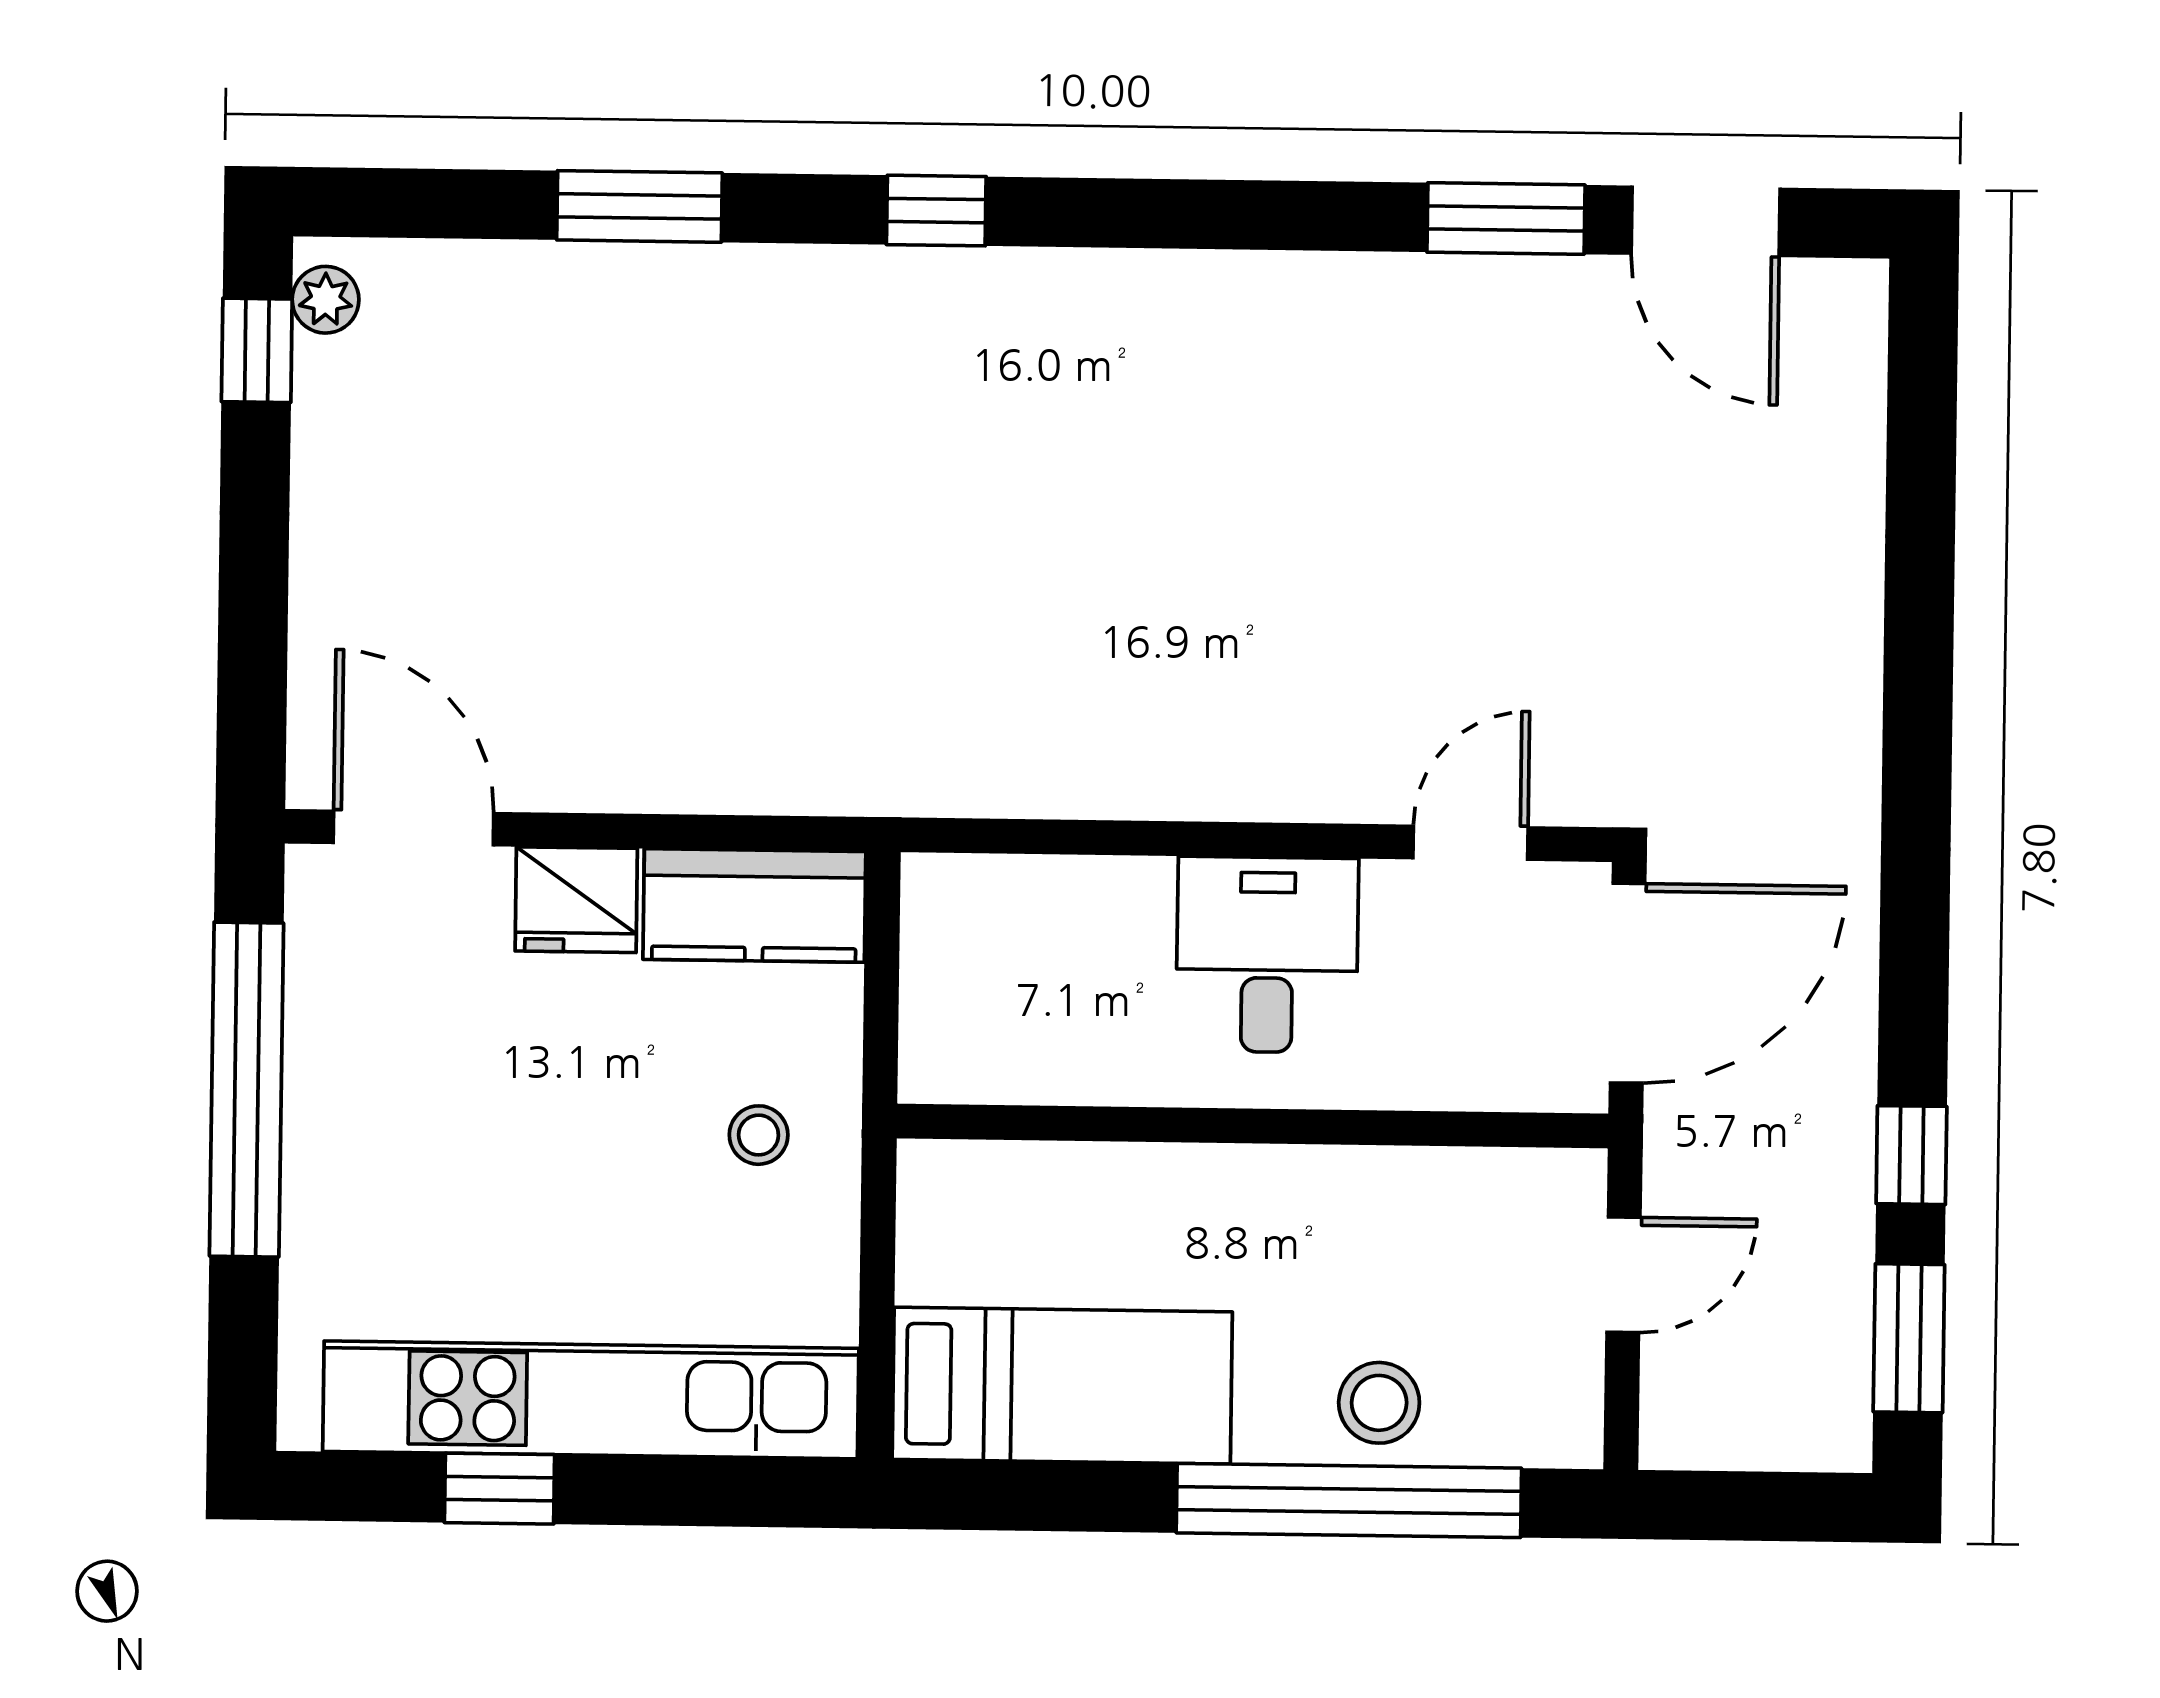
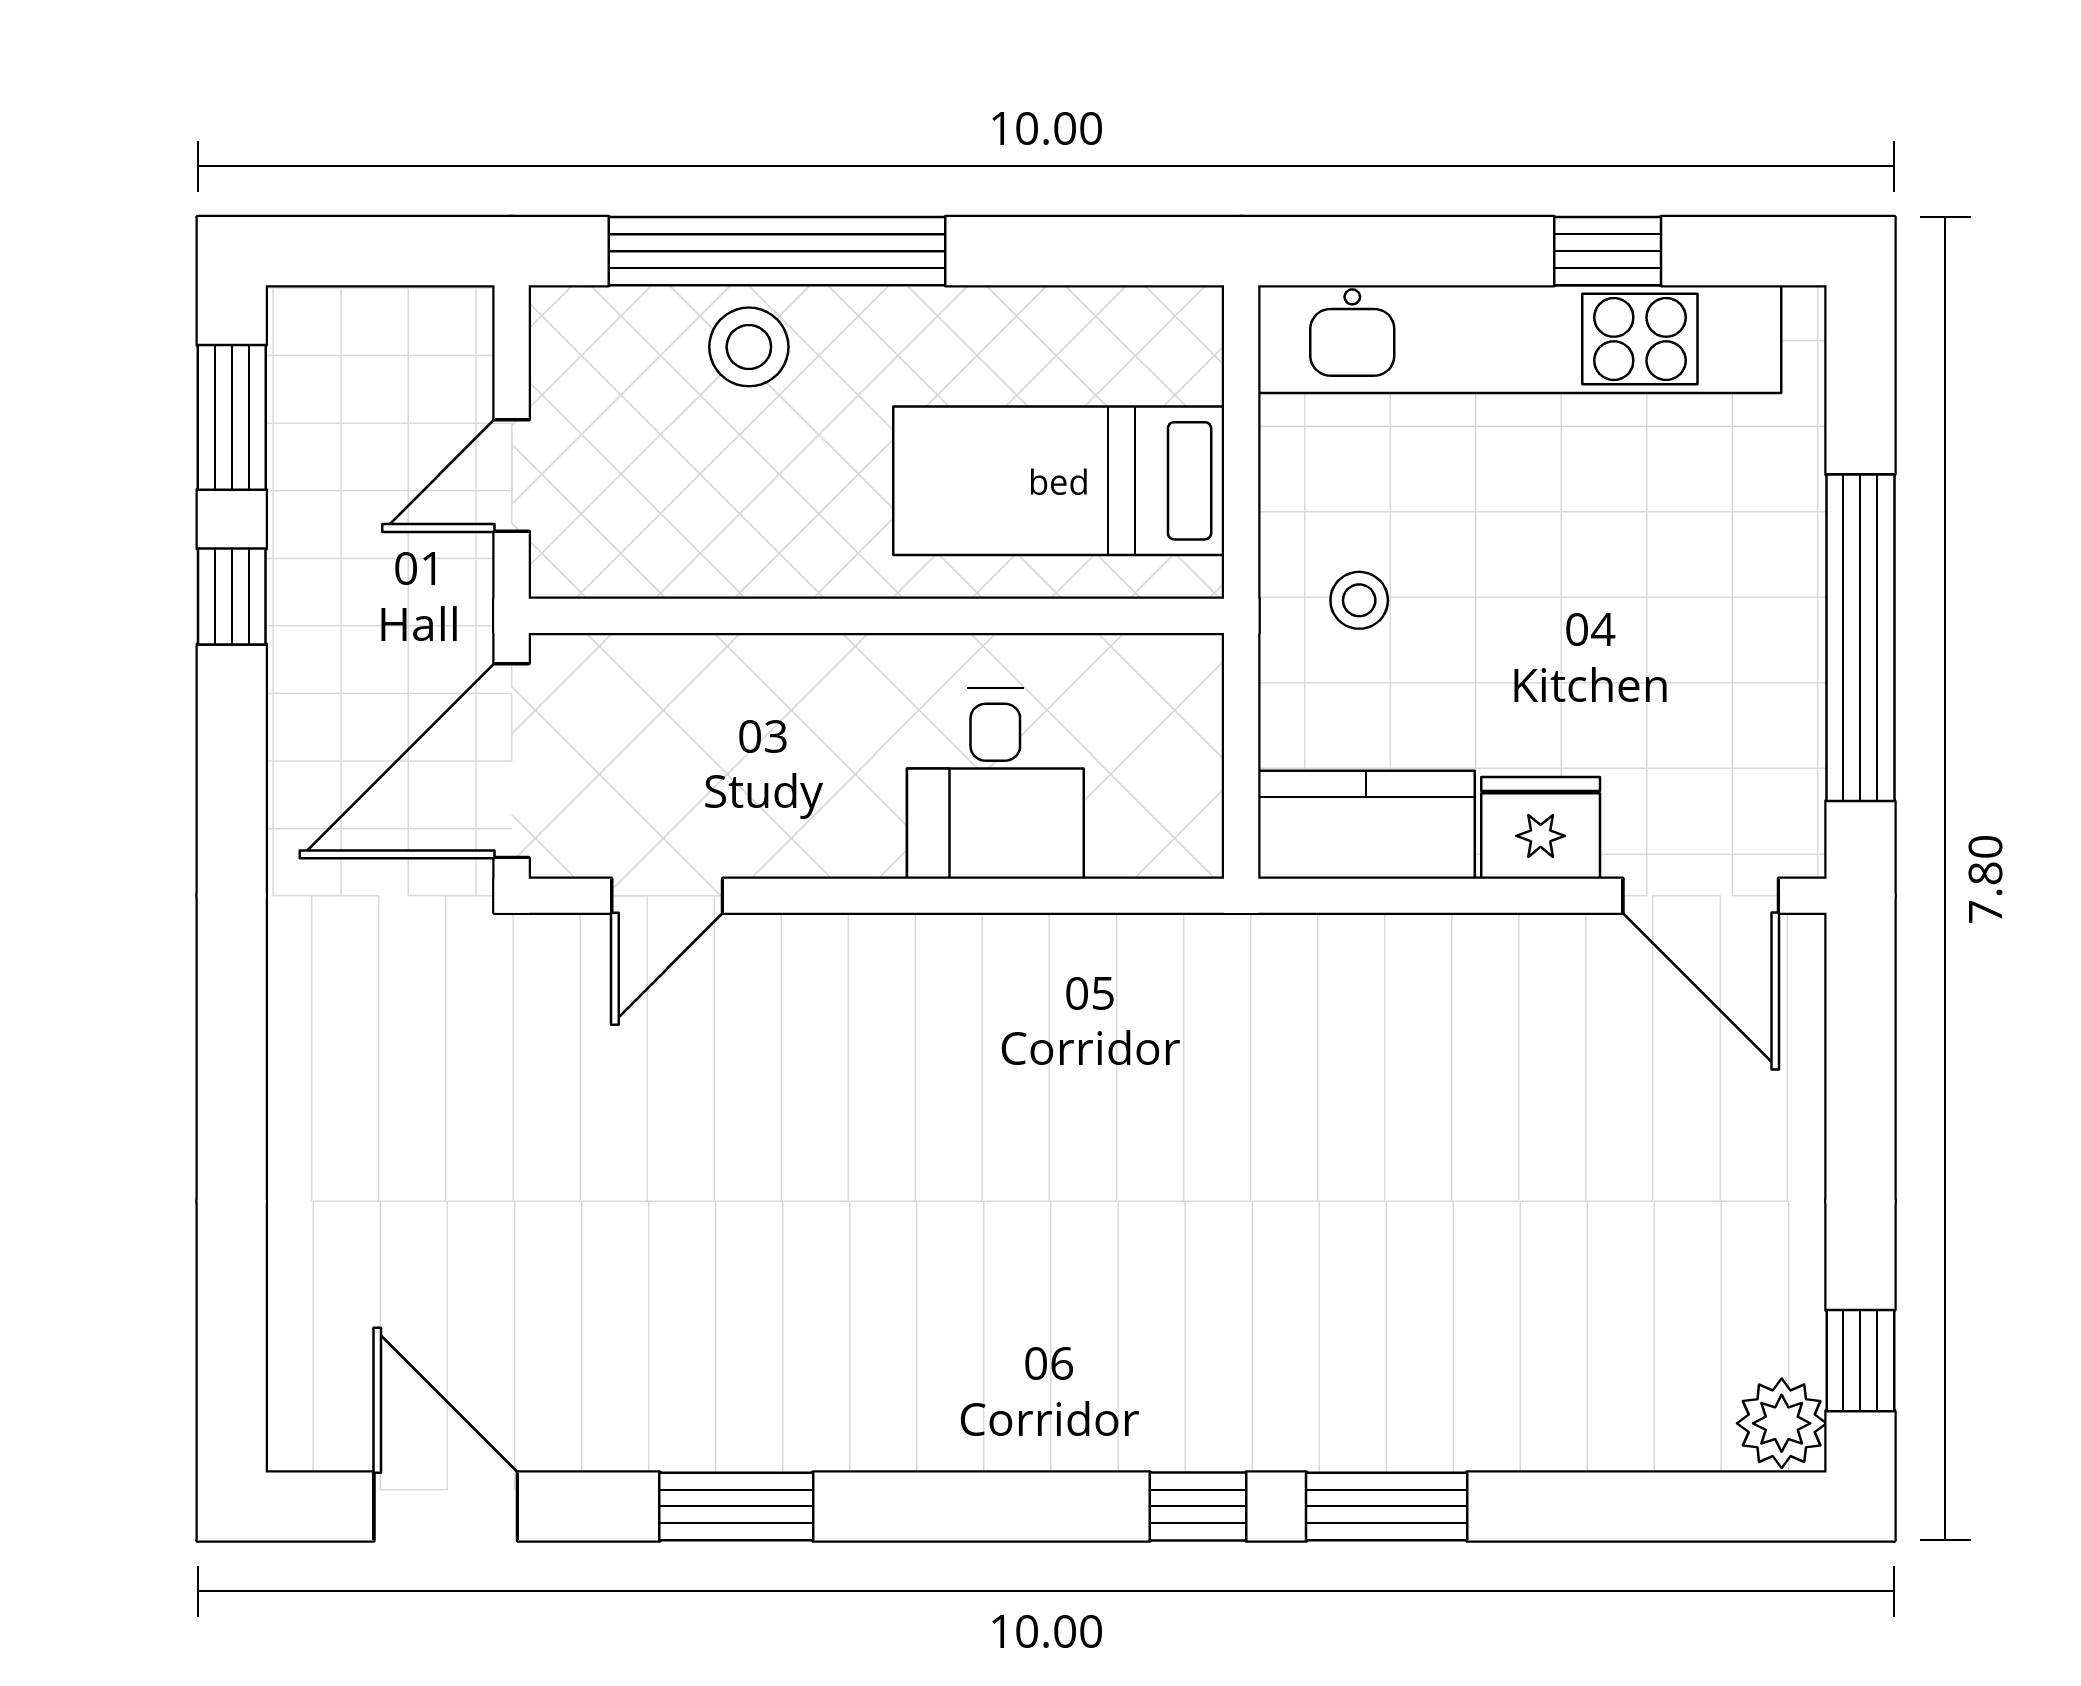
window: (639, 206) -> (1387, 1506), moved
window: (1506, 219) -> (736, 1506), moved
plant: (326, 300) -> (1782, 1423), width x1.38, depth x1.38
desk: (1267, 955) -> (995, 784), moved
bed: (1062, 1386) -> (1059, 481), moved

